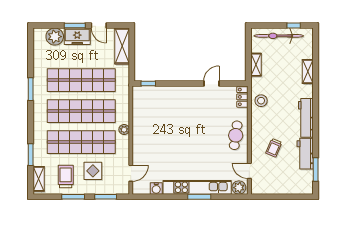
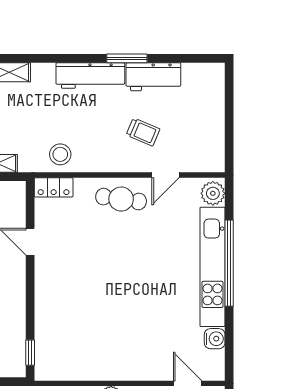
window: (316, 170) -> (127, 58), moved
door: (249, 171) -> (165, 175), moved
window: (199, 197) -> (229, 263), width x2.11

